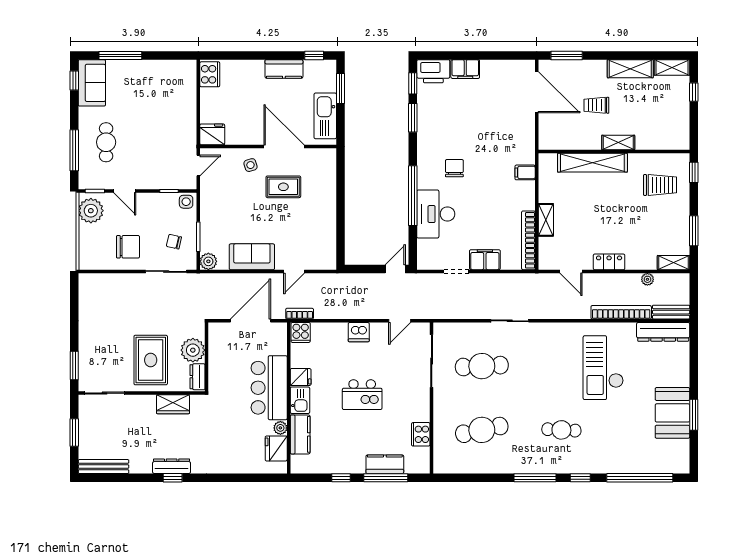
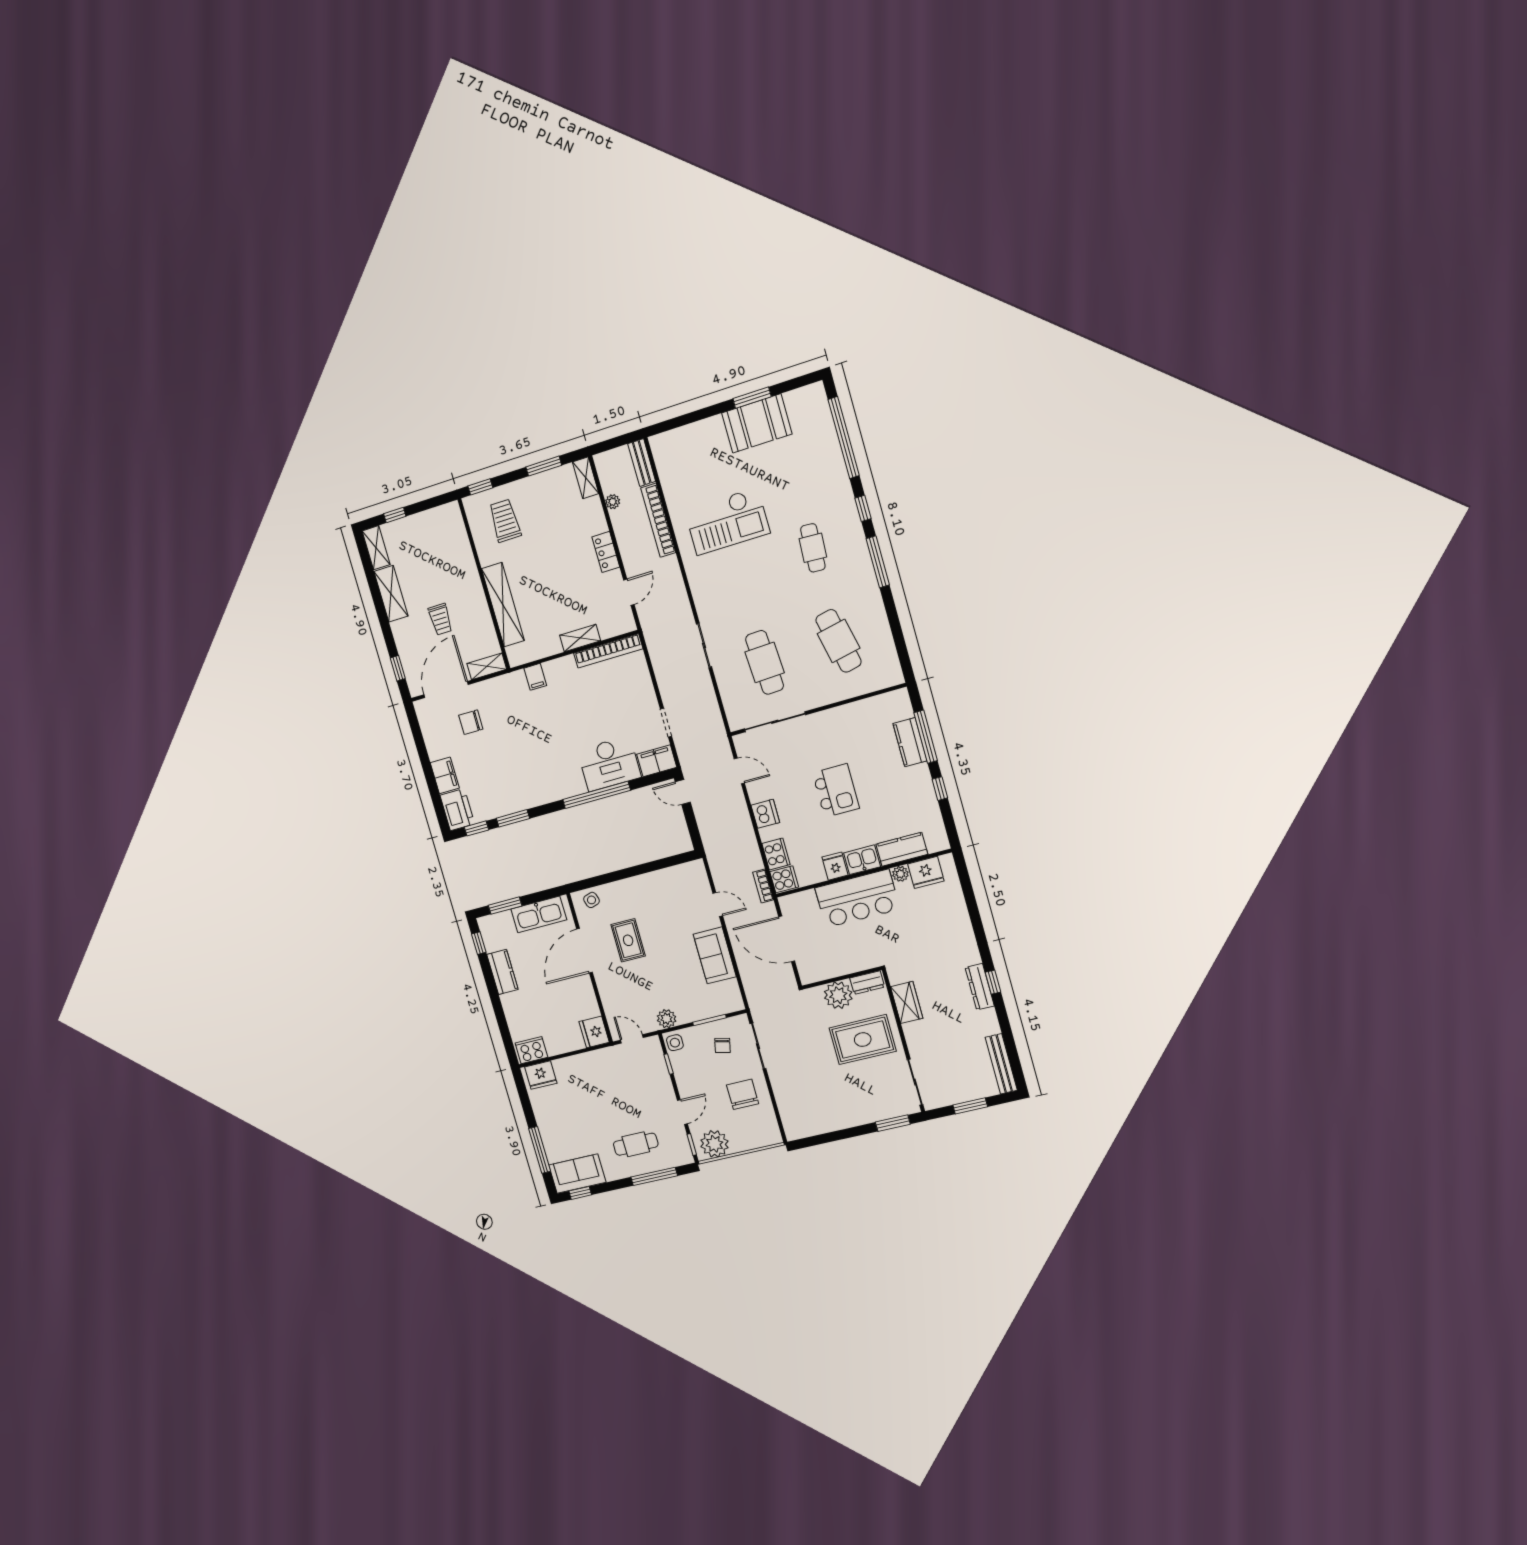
window: (567, 55) -> (398, 668), width x0.67
fridge: (186, 76) -> (541, 1075), added
shelving: (618, 142) -> (487, 666), moved, turned 90
side table: (250, 165) -> (591, 900), moved
chair: (454, 168) -> (471, 722), moved
filing cabinet: (485, 260) -> (657, 761), moved, turned 90
plant: (208, 261) -> (667, 1019), moved
dresser: (663, 332) -> (667, 465), removed
cooker: (421, 434) -> (776, 854), moved, turned -90

